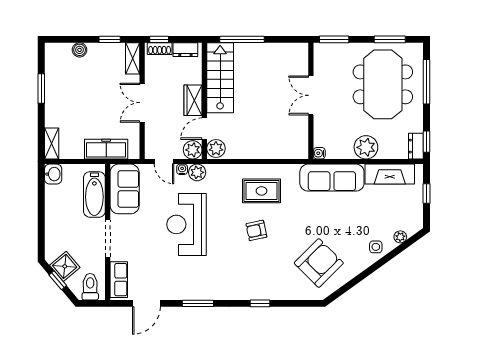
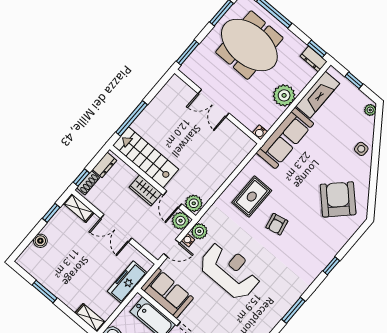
reception desk: (187, 224) -> (230, 270), turned 180
plant: (400, 237) -> (370, 110), moved

